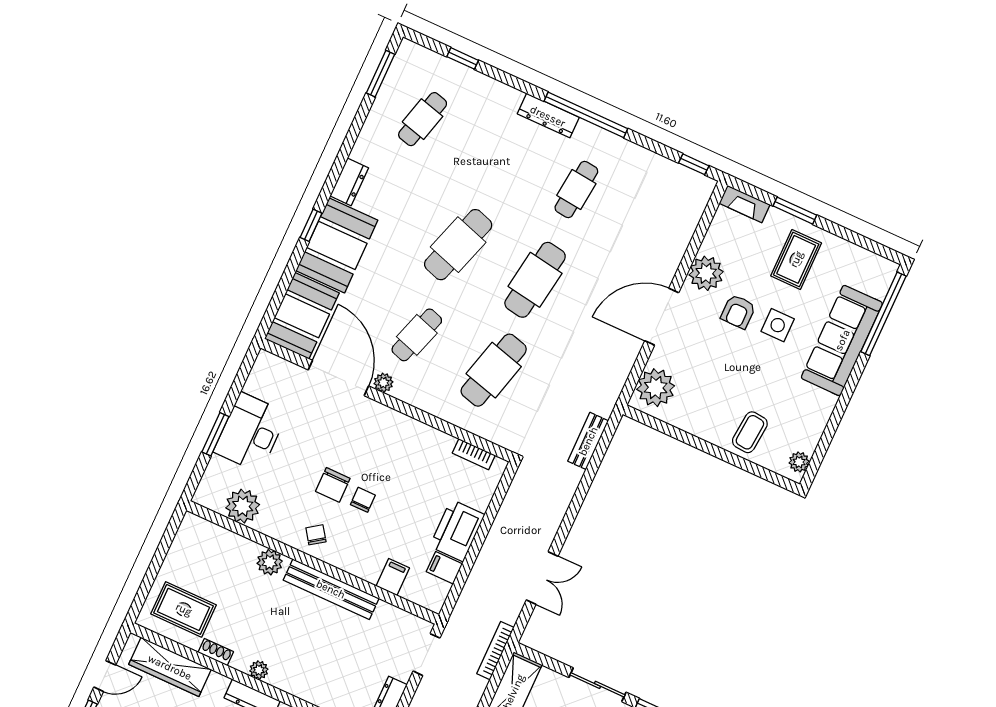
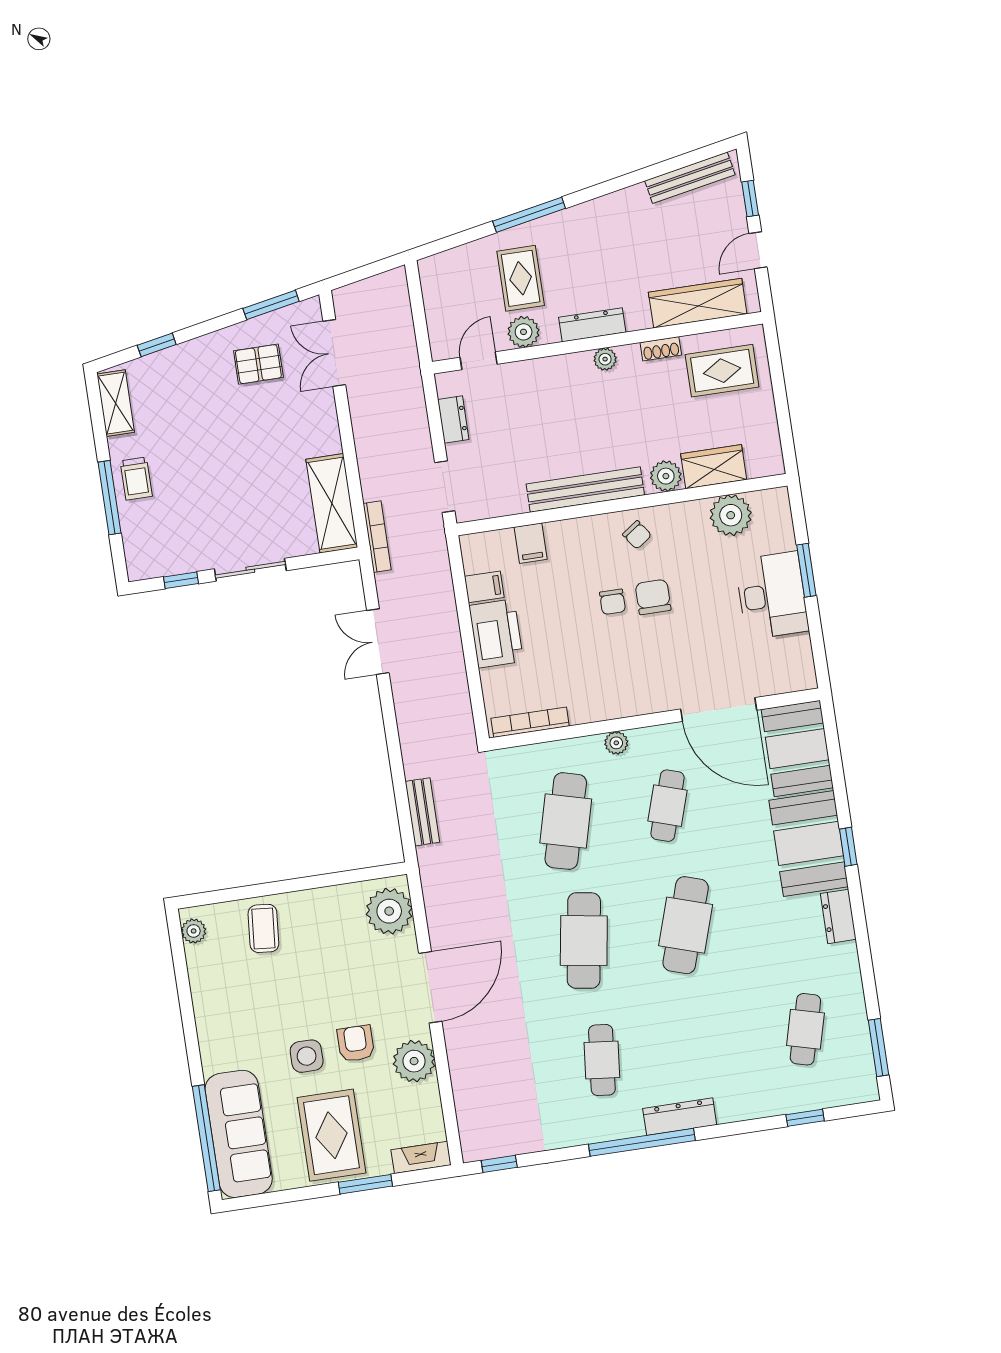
rug: (796, 259) -> (332, 1135), width x1.36, depth x1.43
sofa: (842, 340) -> (239, 1134), moved
plant: (383, 383) -> (616, 743), moved
bookcase: (474, 454) -> (530, 722), width x1.56
wardrobe: (233, 547) -> (714, 467), added

